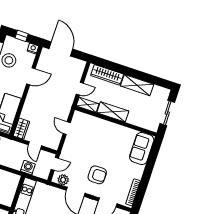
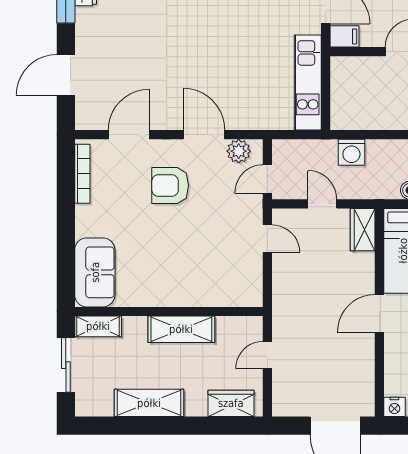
wardrobe: (107, 75) -> (231, 403), width x0.67
door: (31, 76) -> (379, 313), moved
shelving: (88, 105) -> (98, 326), moved
door: (67, 128) -> (267, 239), moved
washing machine: (28, 168) -> (351, 152), moved

